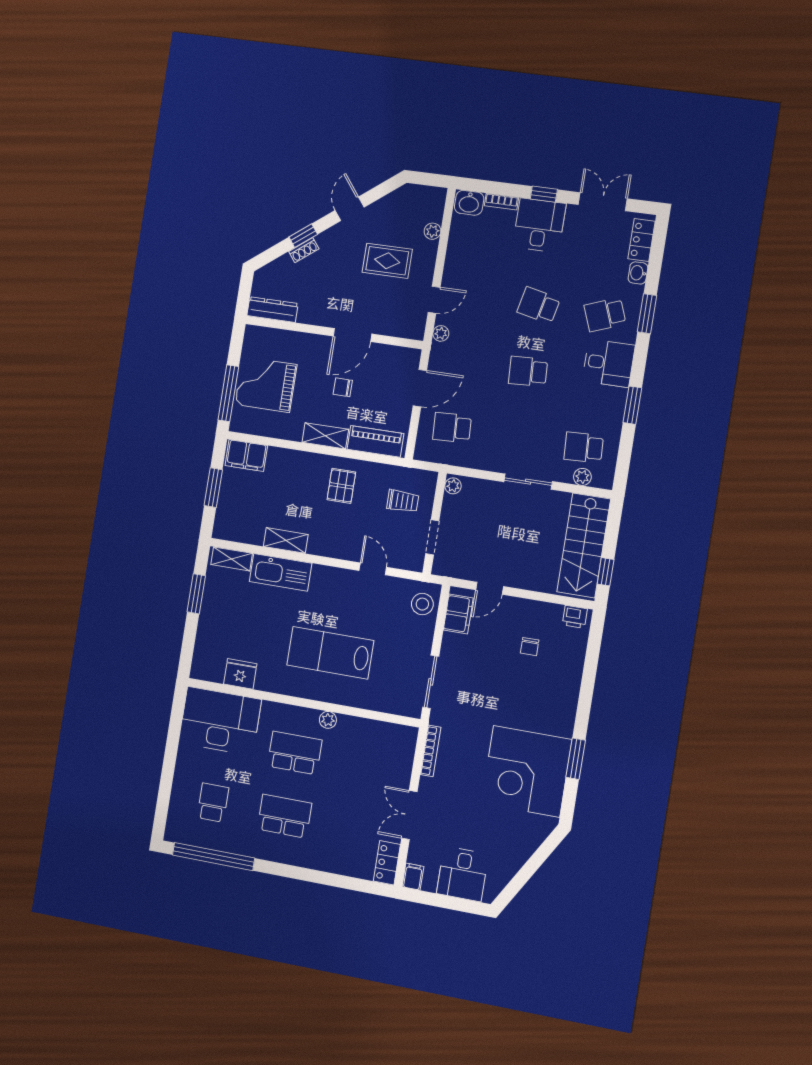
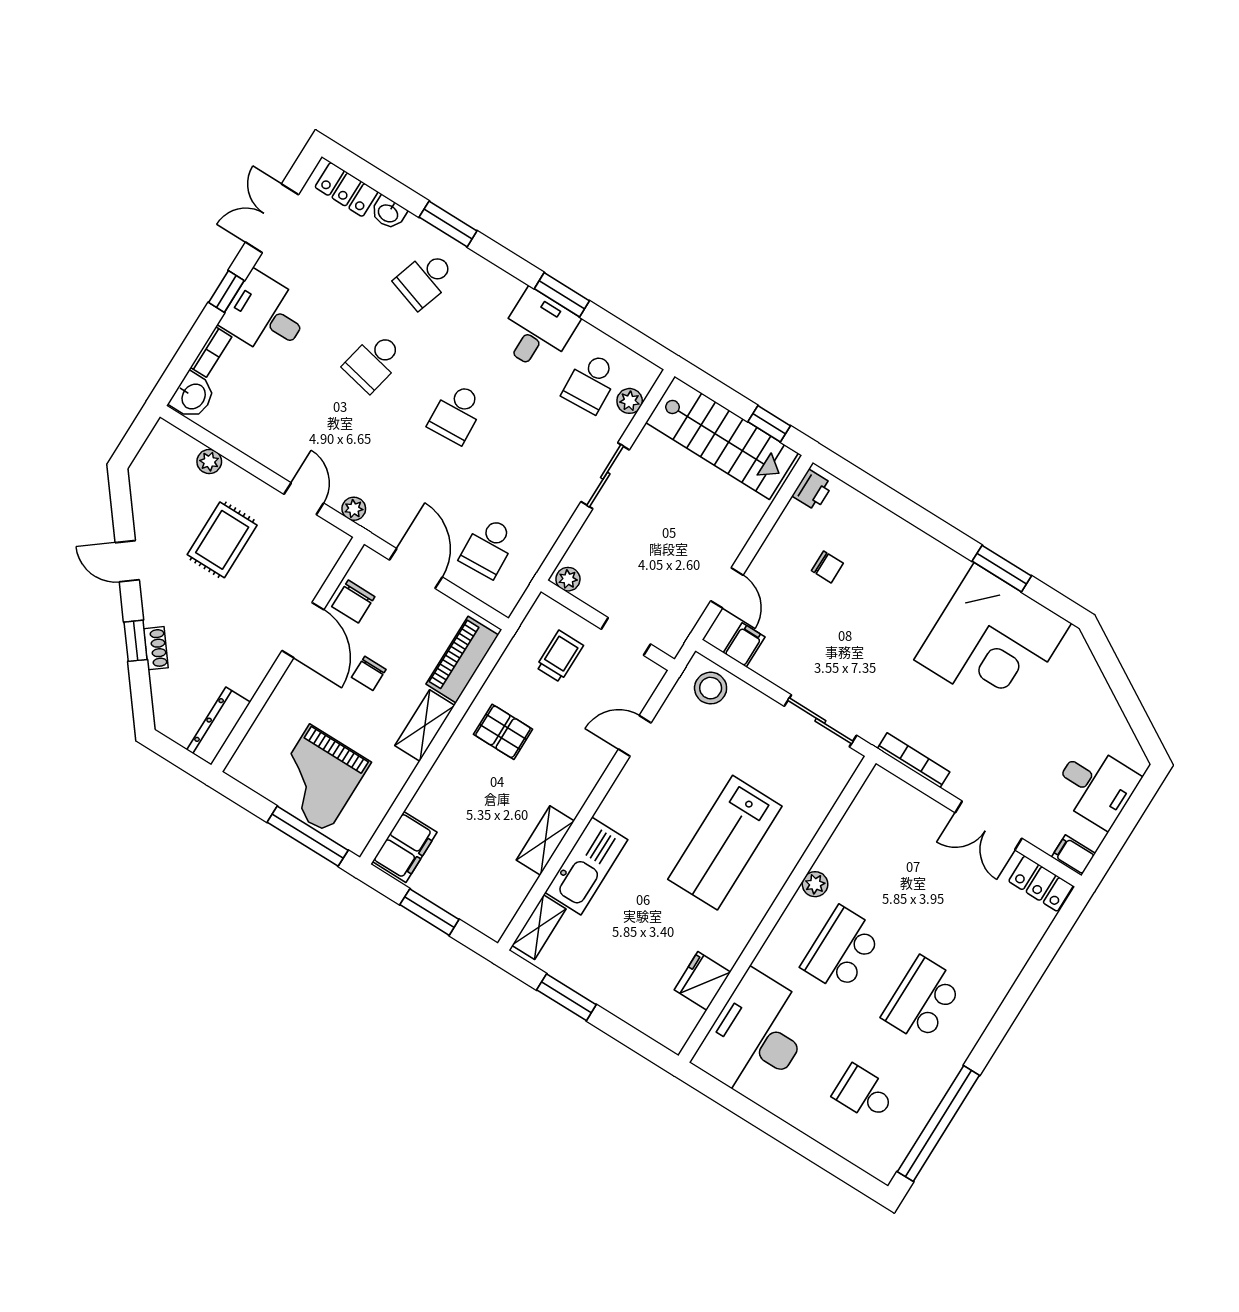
school desk: (605, 315) -> (425, 279), turned 39
chair: (383, 358) -> (353, 602), added
desk: (609, 363) -> (538, 330), moved
filing cabinet: (458, 614) -> (744, 645), width x0.50

